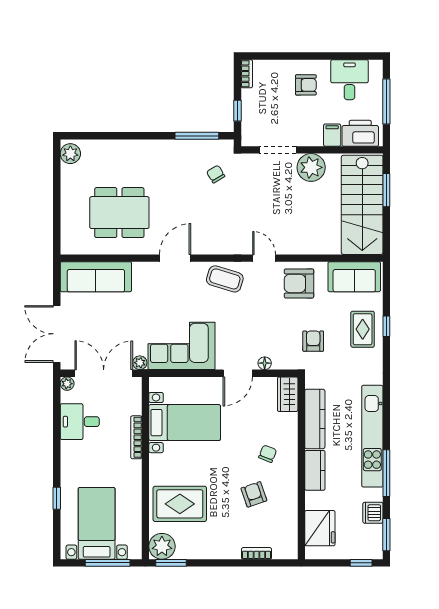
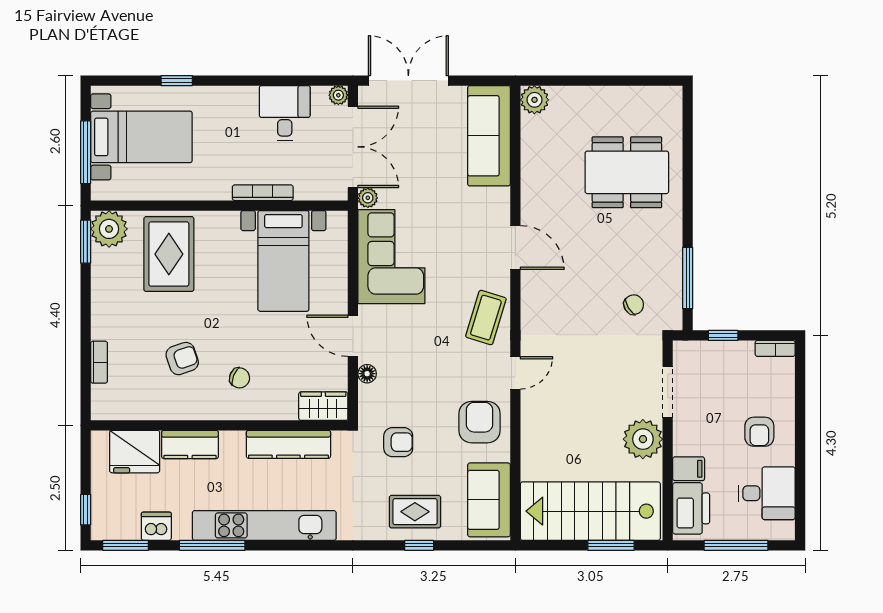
plant: (70, 154) -> (534, 100), moved
dining table: (119, 213) -> (627, 172), moved, turned 90
kitchen counter: (315, 470) -> (190, 445), moved

